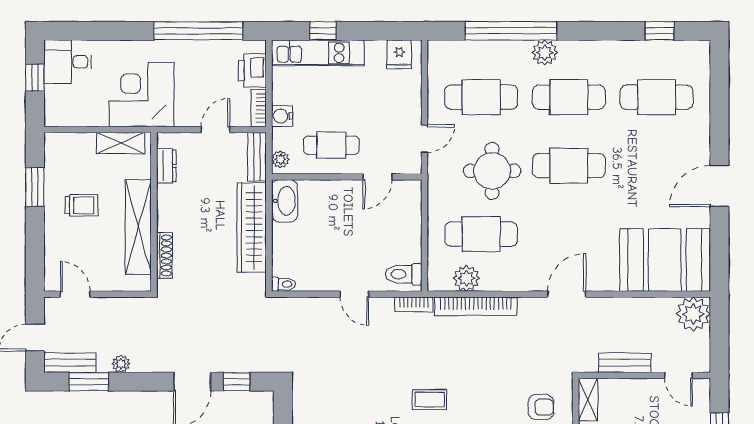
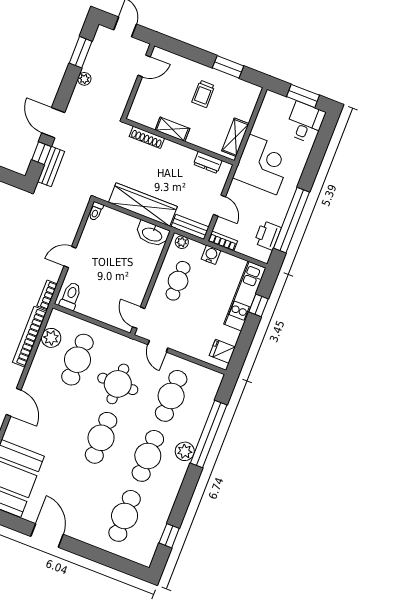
printer: (252, 71) -> (268, 235), moved, turned -90
window: (35, 77) -> (303, 96), width x1.50
door: (377, 177) -> (139, 318), moved
shelving: (138, 227) -> (172, 129), width x0.45, depth x0.75
bench: (70, 363) -> (51, 167), moved

